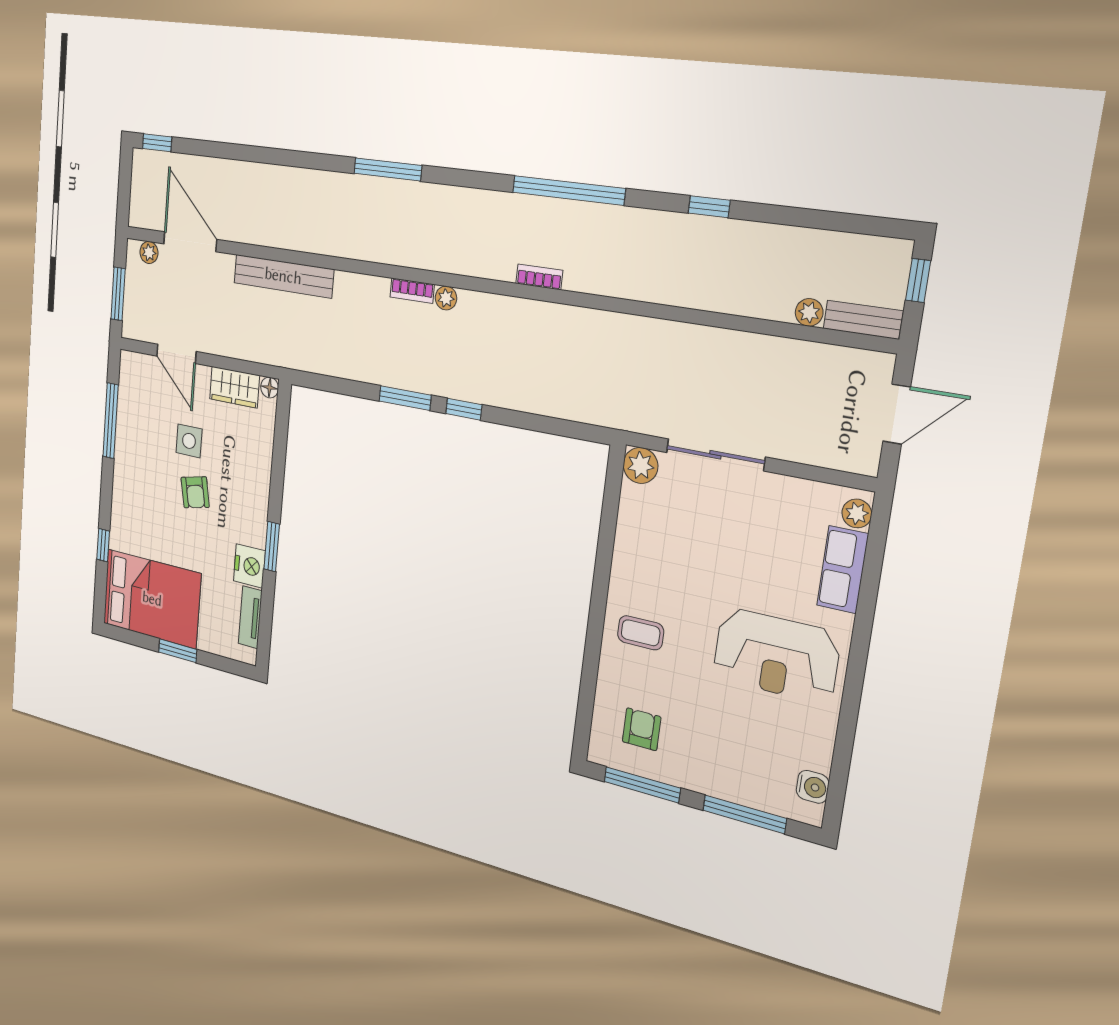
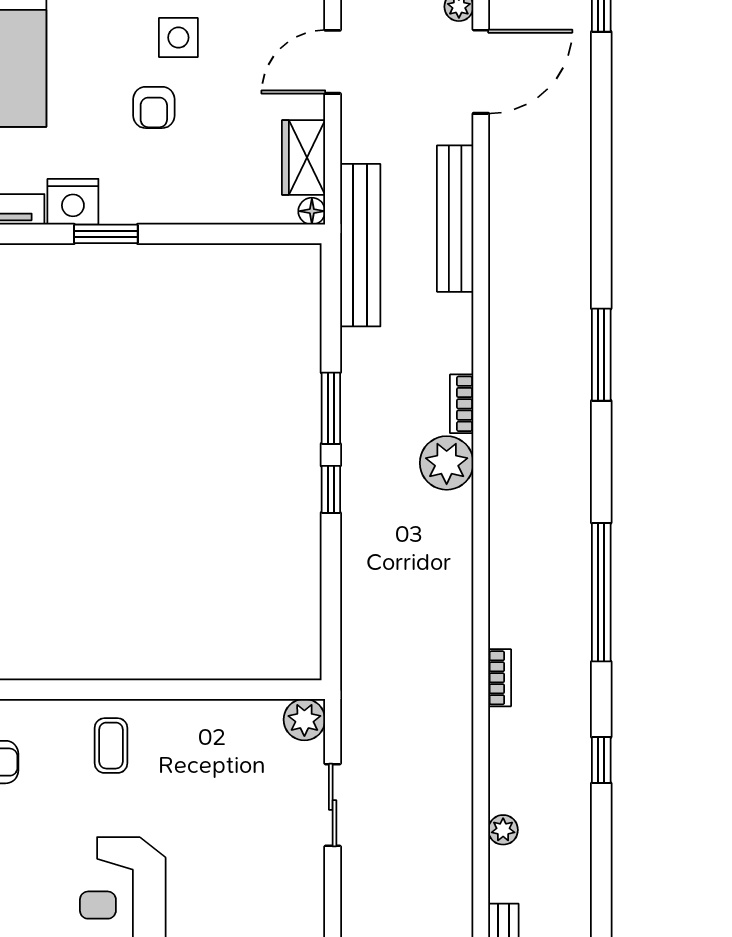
bookcase: (539, 277) -> (500, 678), moved
plant: (446, 298) -> (447, 463), width x1.88, depth x1.88
plant: (809, 312) -> (503, 830), moved
bench: (295, 354) -> (360, 245), added
side table: (189, 441) -> (178, 38), moved
sliding door: (715, 455) -> (333, 805), width x0.73
armchair: (195, 492) -> (154, 107), turned -78

